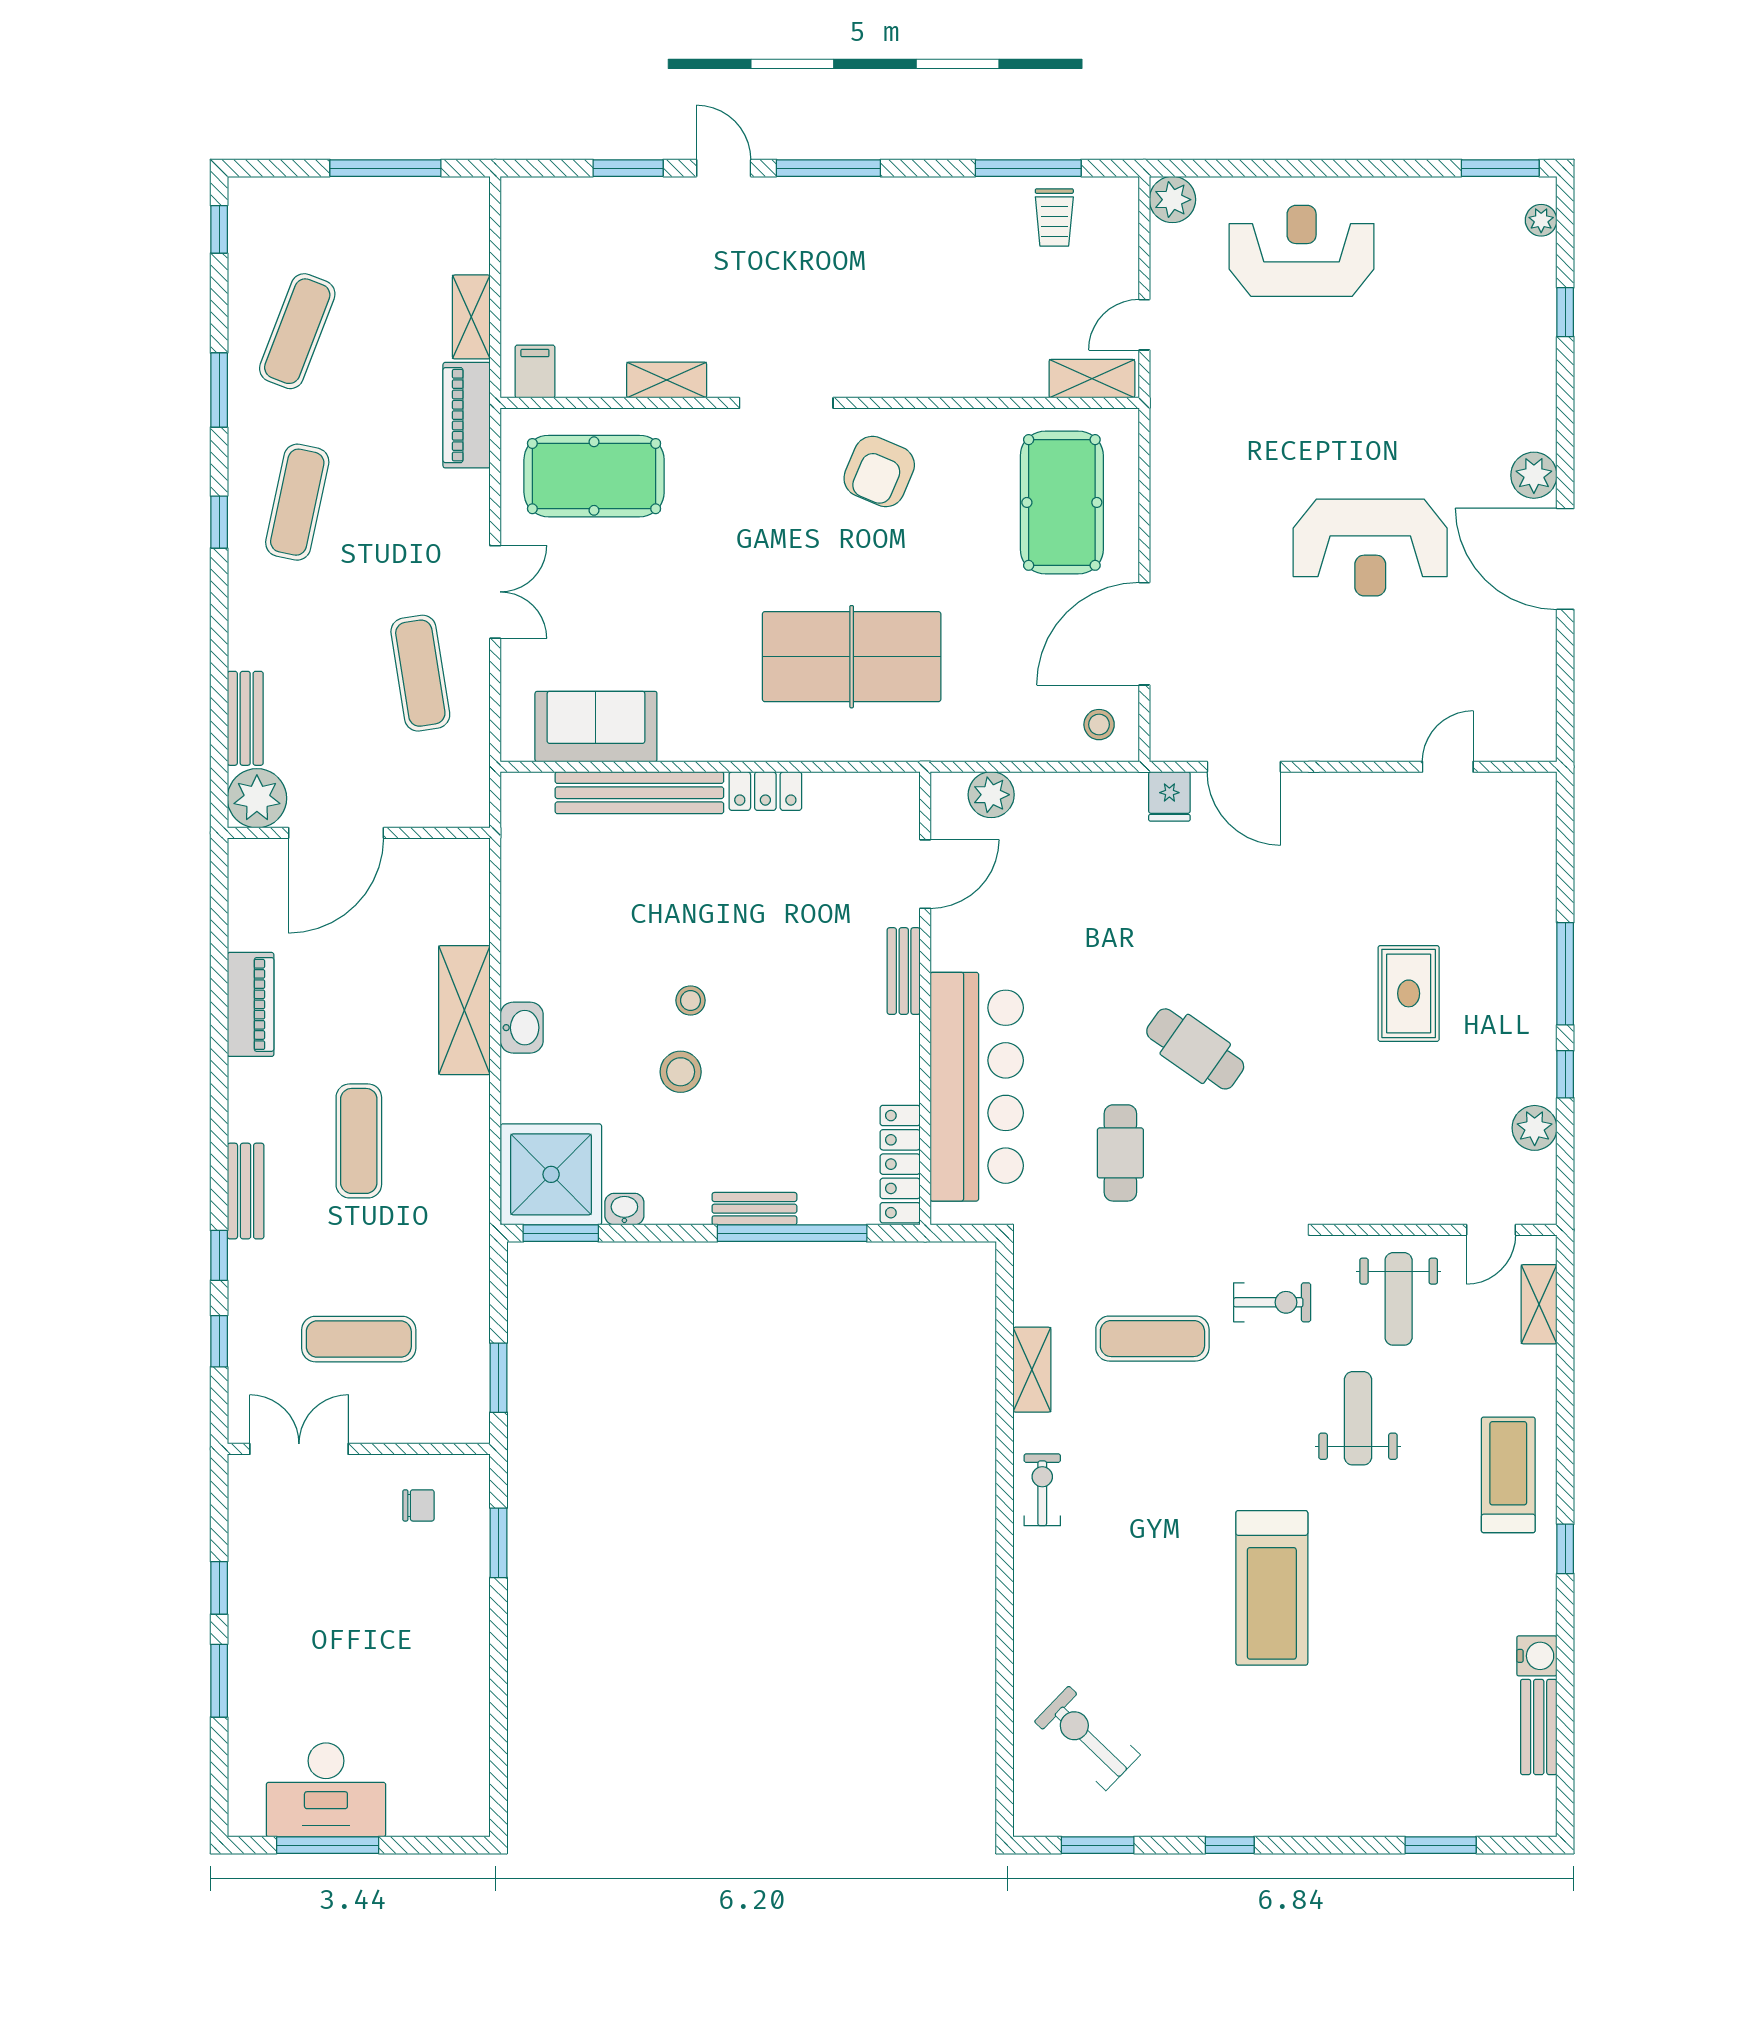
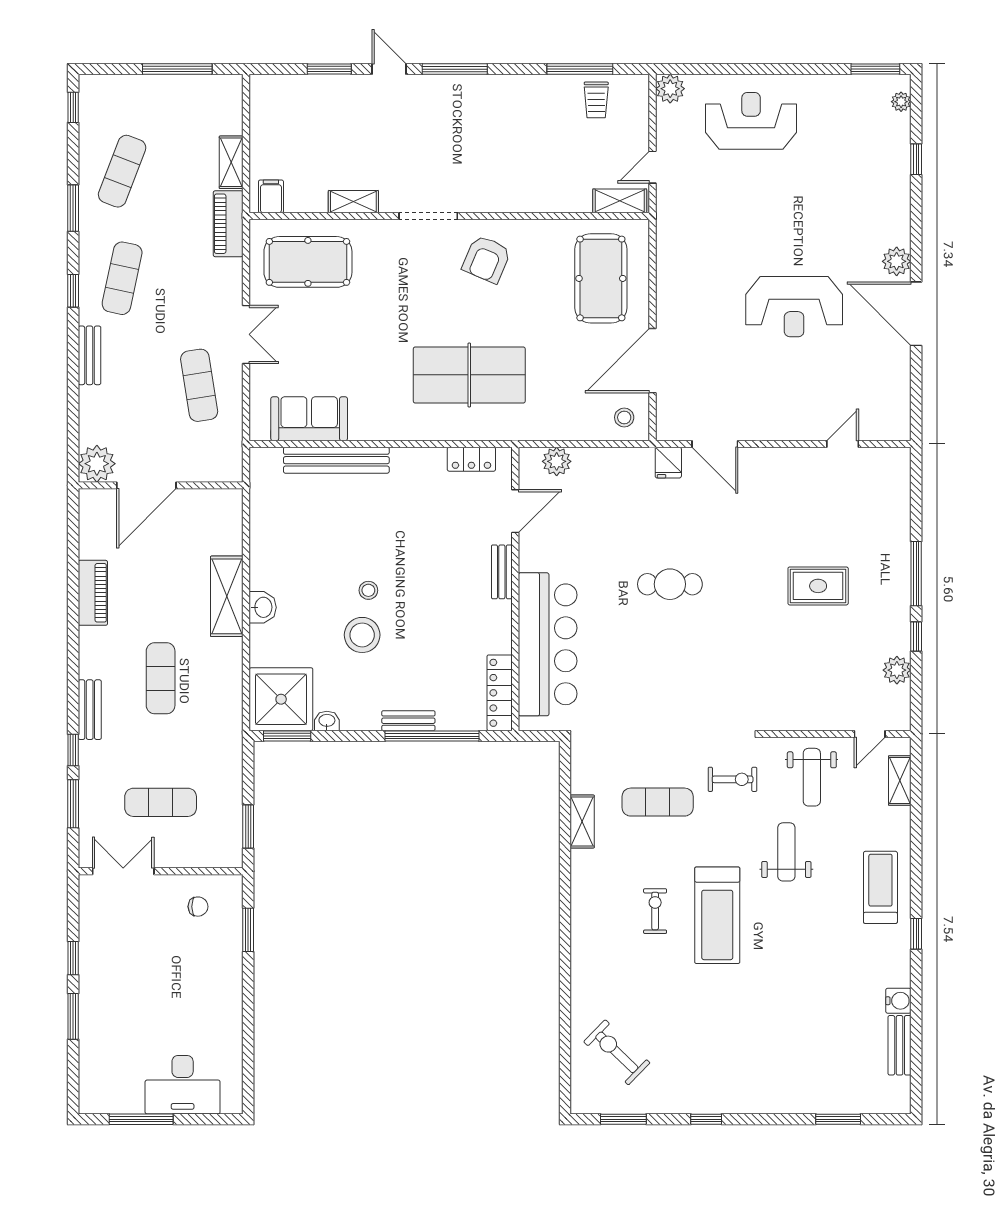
bench: (245, 718) -> (89, 355), moved
locker: (765, 791) -> (471, 459), moved
rug: (1409, 993) -> (818, 586), turned 90
cafe table: (1195, 1049) -> (670, 584), moved, turned -35
stool: (681, 1072) -> (362, 635), width x1.38, depth x1.38
cafe table: (1120, 1153) -> (638, 686), removed
window: (219, 1341) -> (73, 804), width x1.50
exercise bike: (1042, 1490) -> (655, 911), moved
treadmill: (1272, 1588) -> (717, 915), moved
desk: (326, 1790) -> (183, 1085), moved

